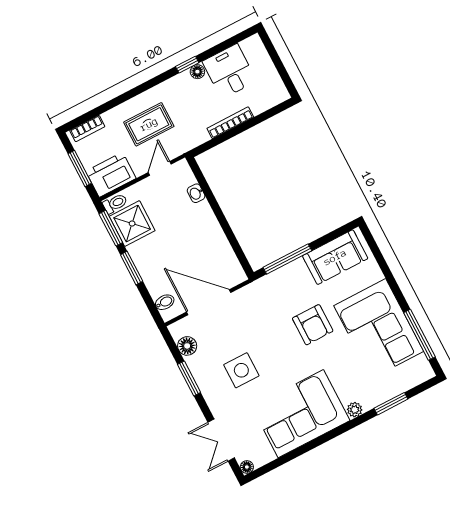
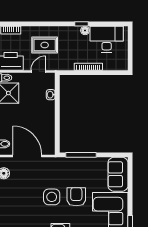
desk: (230, 71) -> (107, 39), width x1.37
sofa: (335, 257) -> (118, 174), moved, turned 90
armchair: (313, 325) -> (76, 197), turned 180
side table: (241, 370) -> (52, 197), moved

